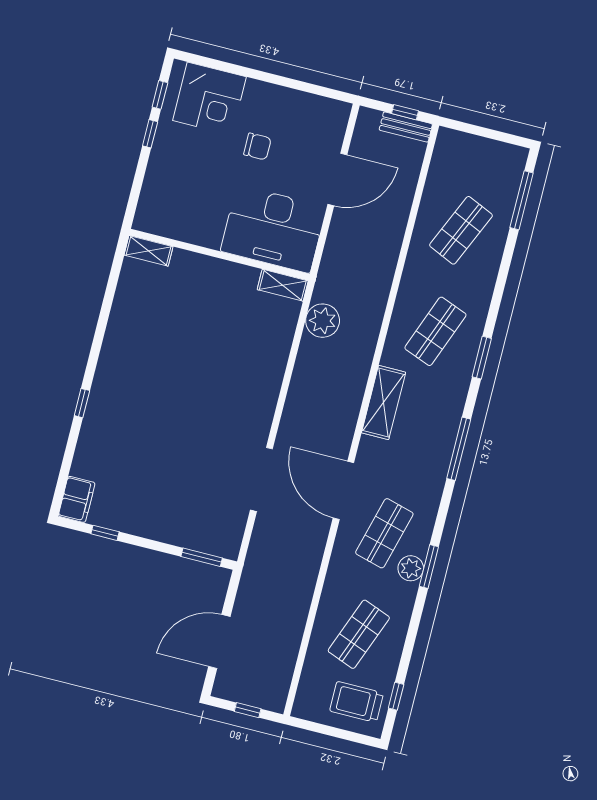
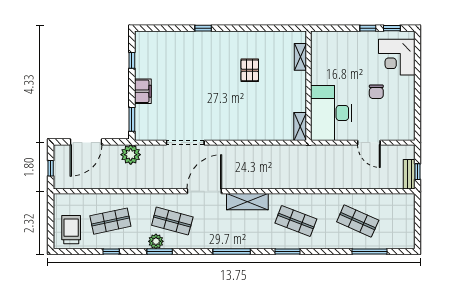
door: (337, 180) -> (369, 143), width x0.73
window: (522, 200) -> (369, 252), moved
shelving: (149, 251) -> (300, 57), moved
plant: (323, 321) -> (131, 155), moved
pallet: (170, 344) -> (250, 70), added
door: (343, 490) -> (204, 191), moved
filing cabinet: (77, 499) -> (143, 91), moved, turned -90
shop shelf: (359, 634) -> (110, 221), turned -33
door: (219, 642) -> (86, 142), swing flipped
window: (396, 696) -> (111, 252), moved

